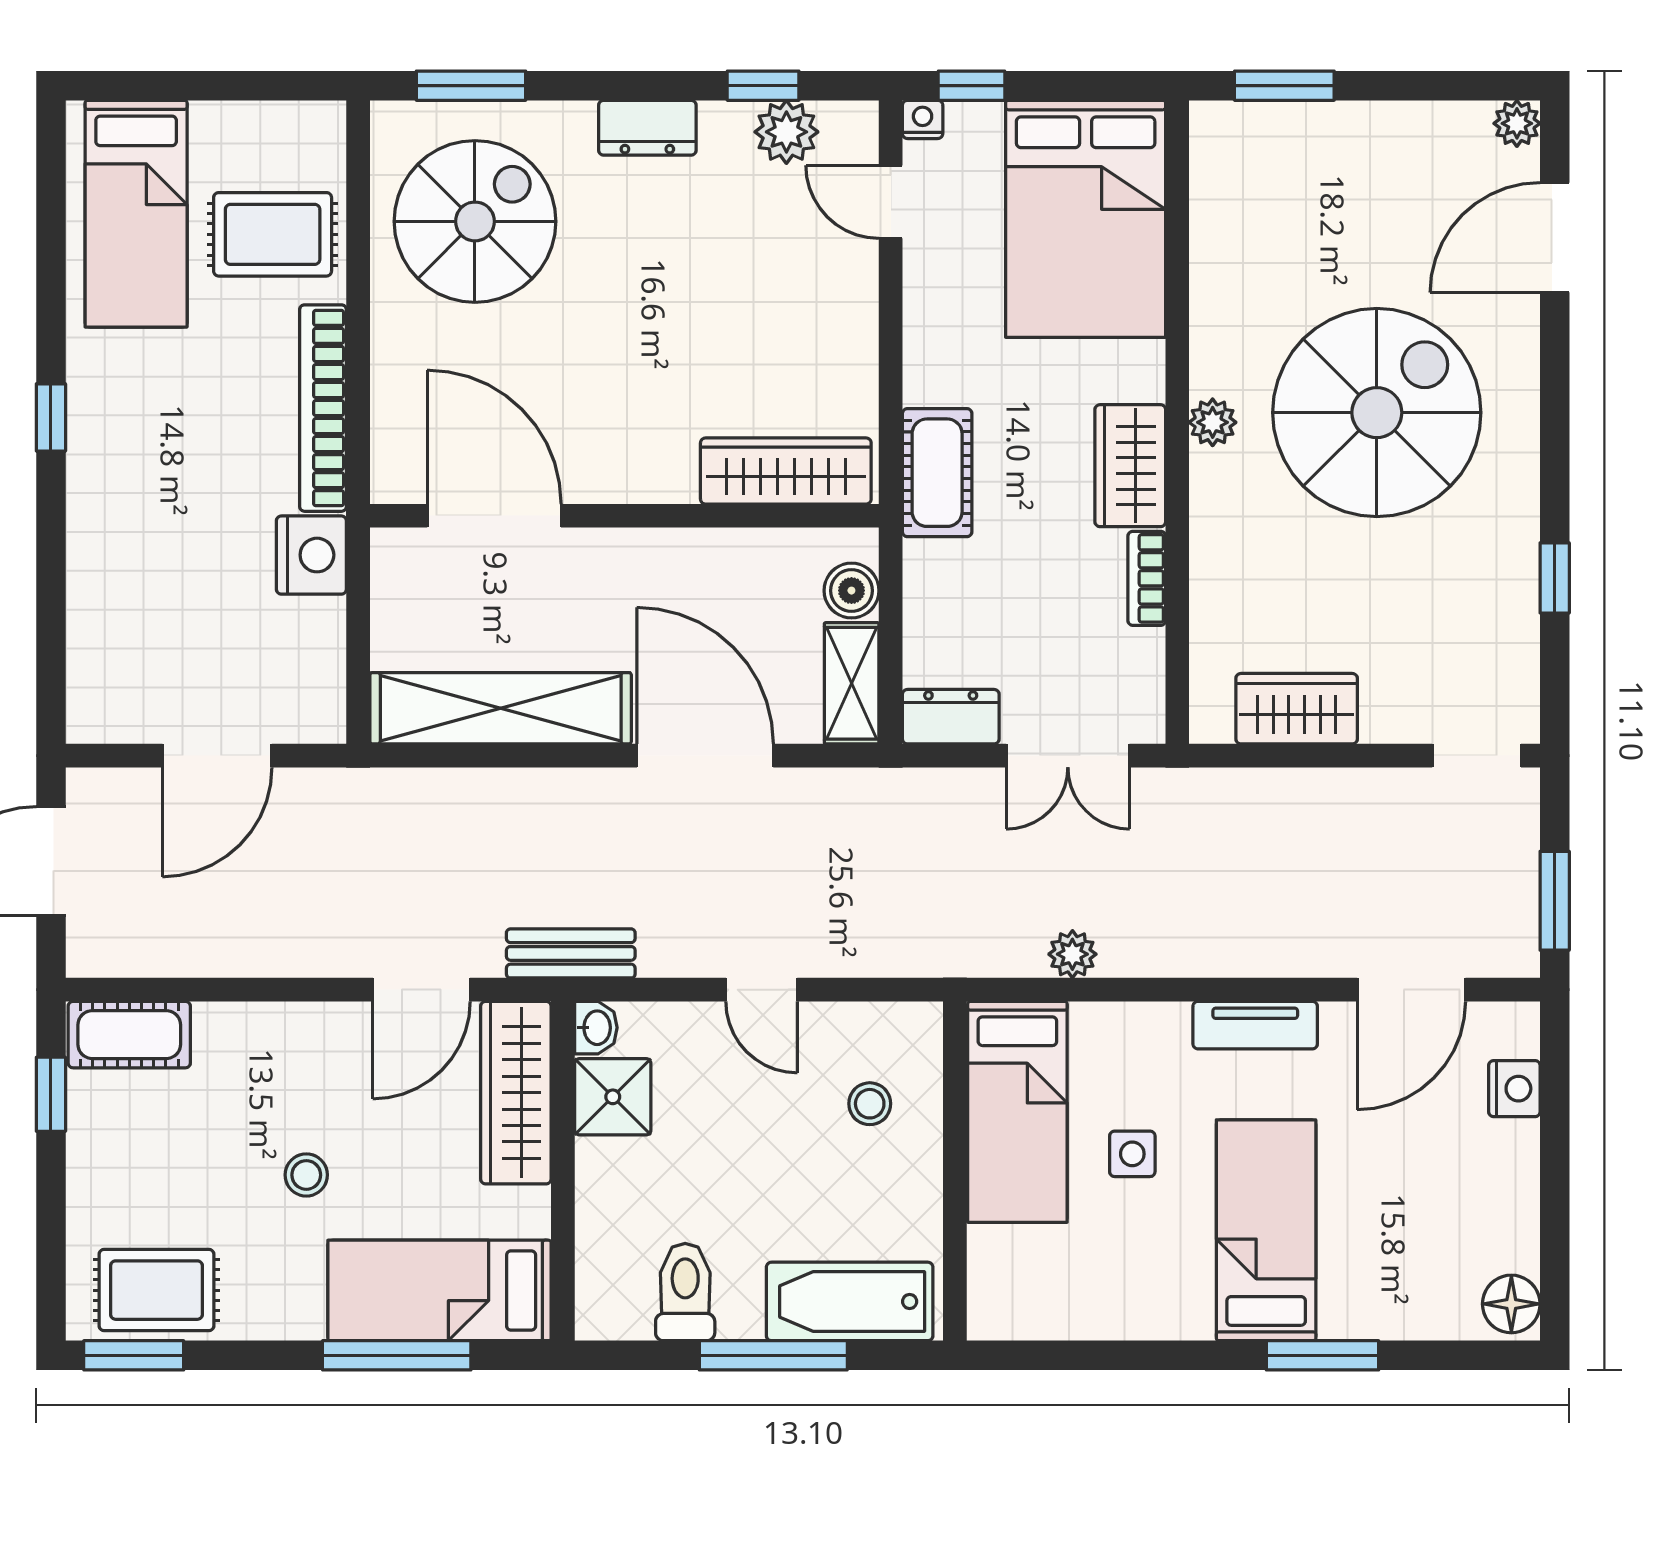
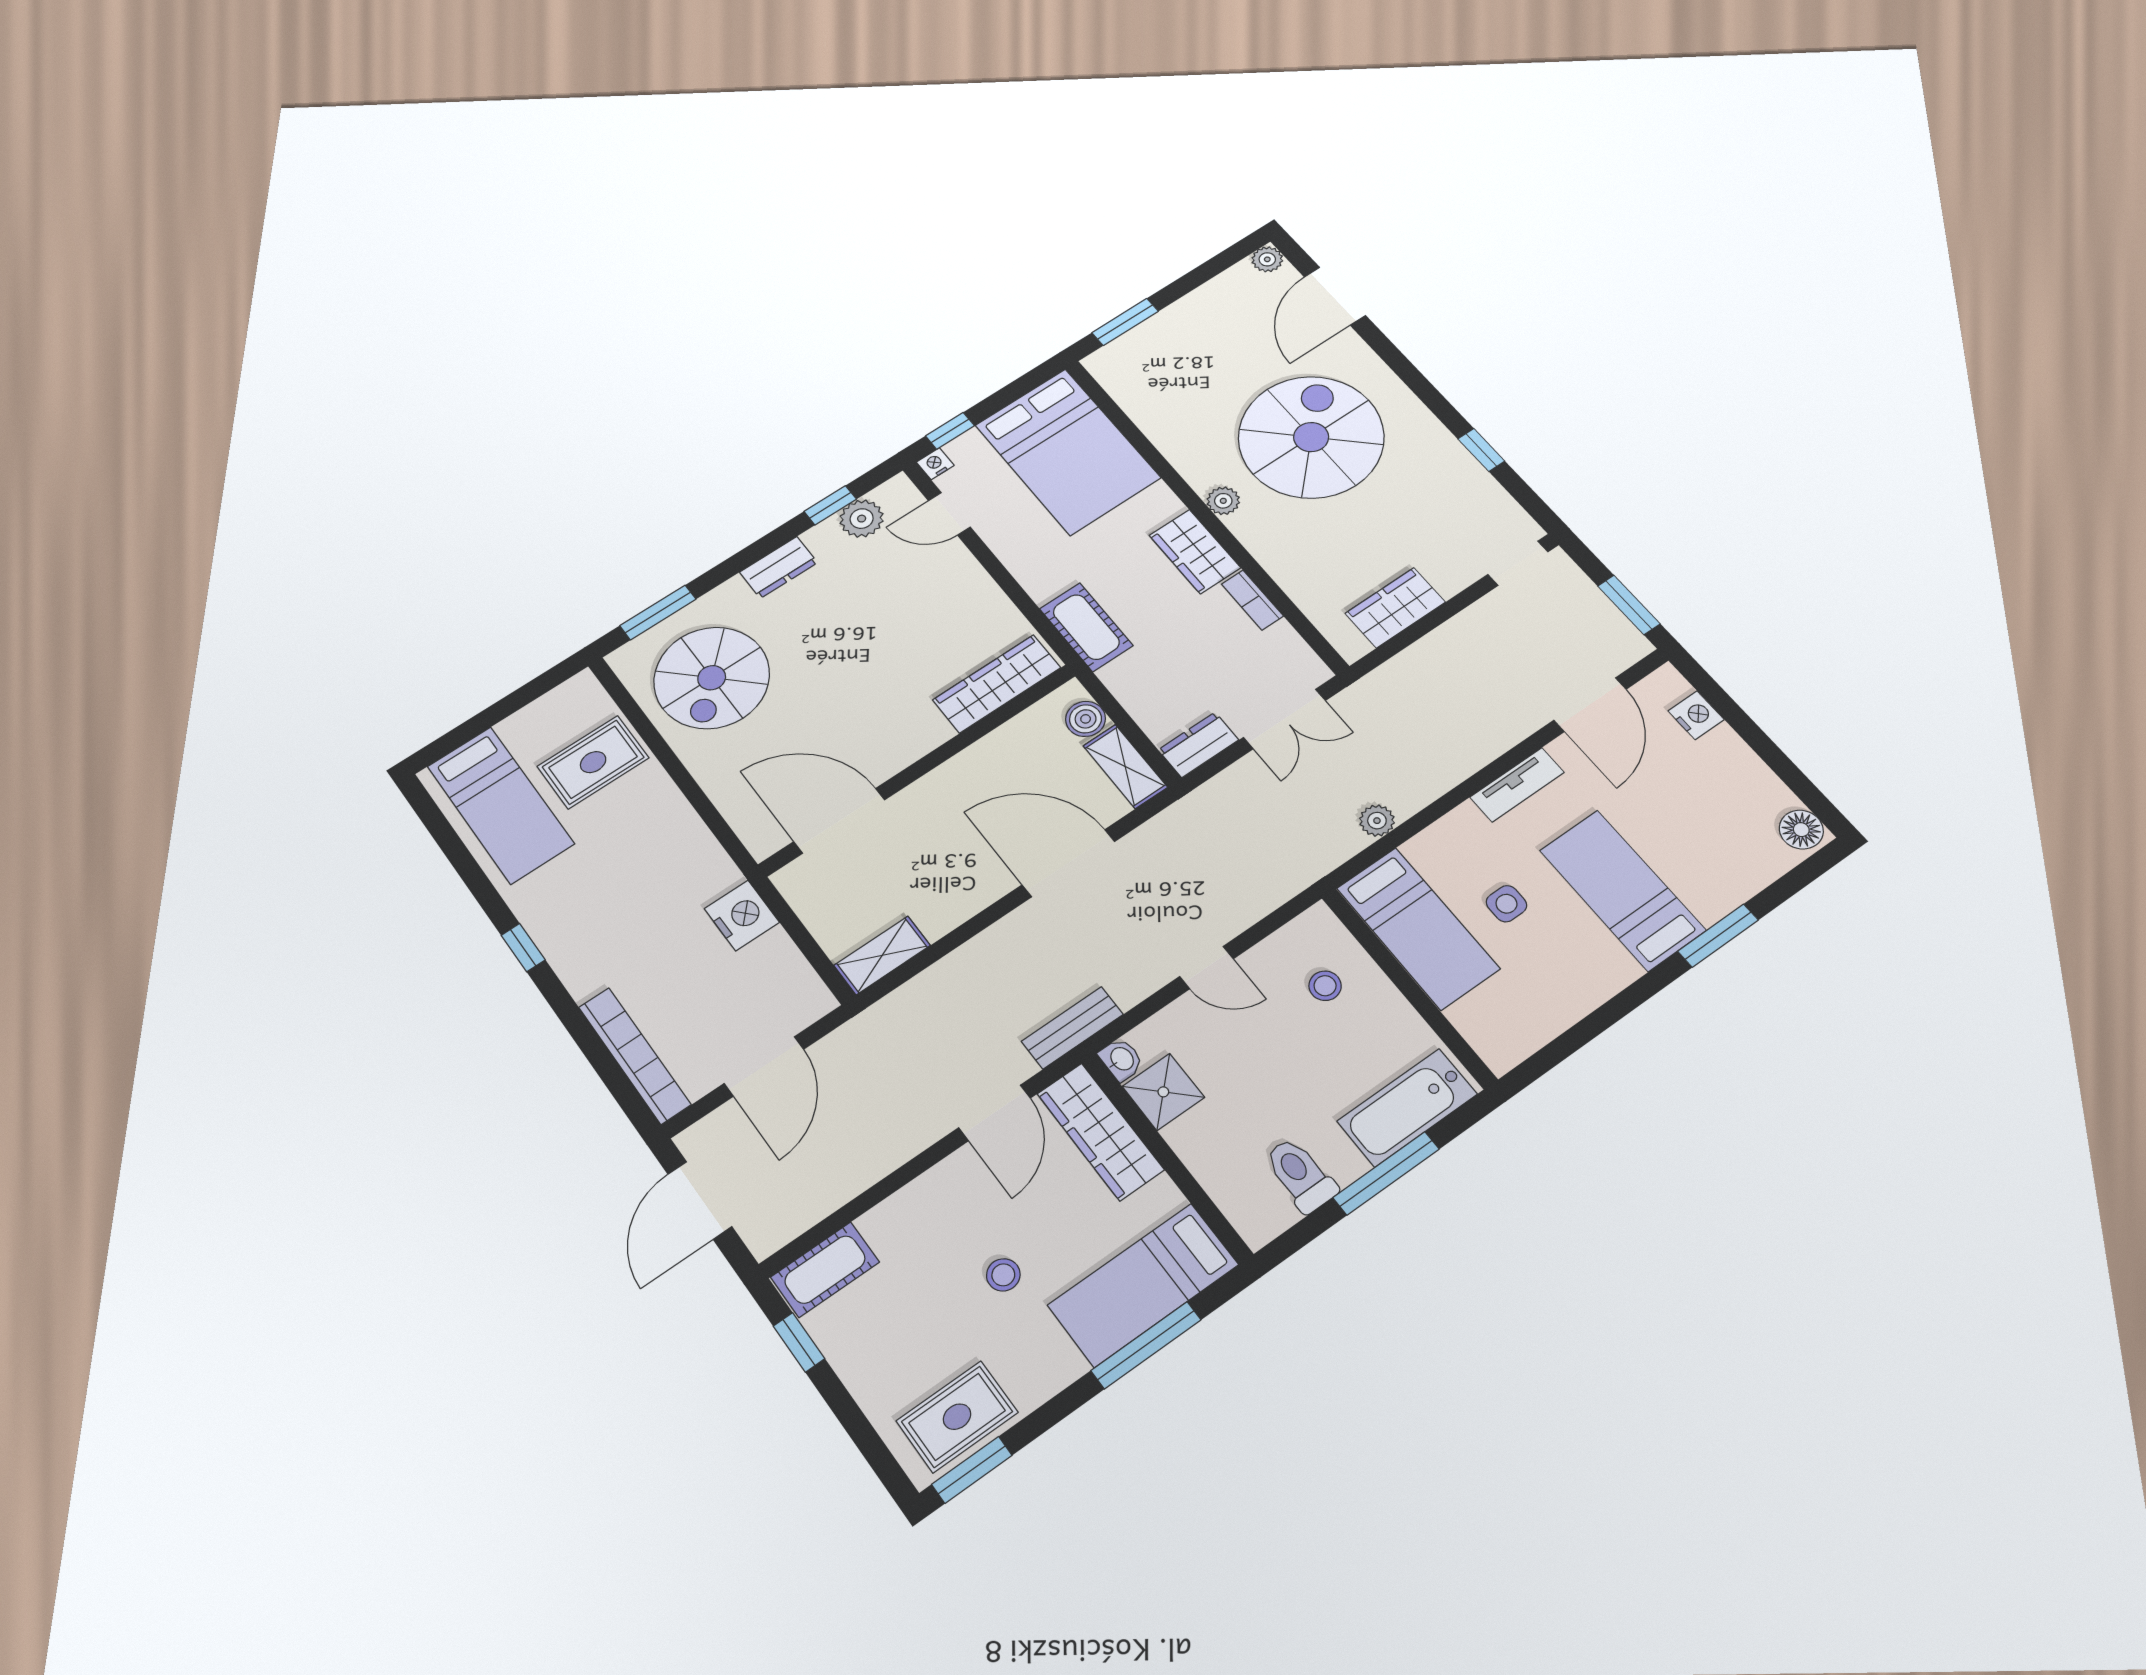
spiral stairs: (475, 221) -> (712, 678), turned 180
bookcase: (323, 408) -> (635, 1056), moved, turned 180
shelving: (501, 708) -> (882, 955), width x0.45, depth x0.75

